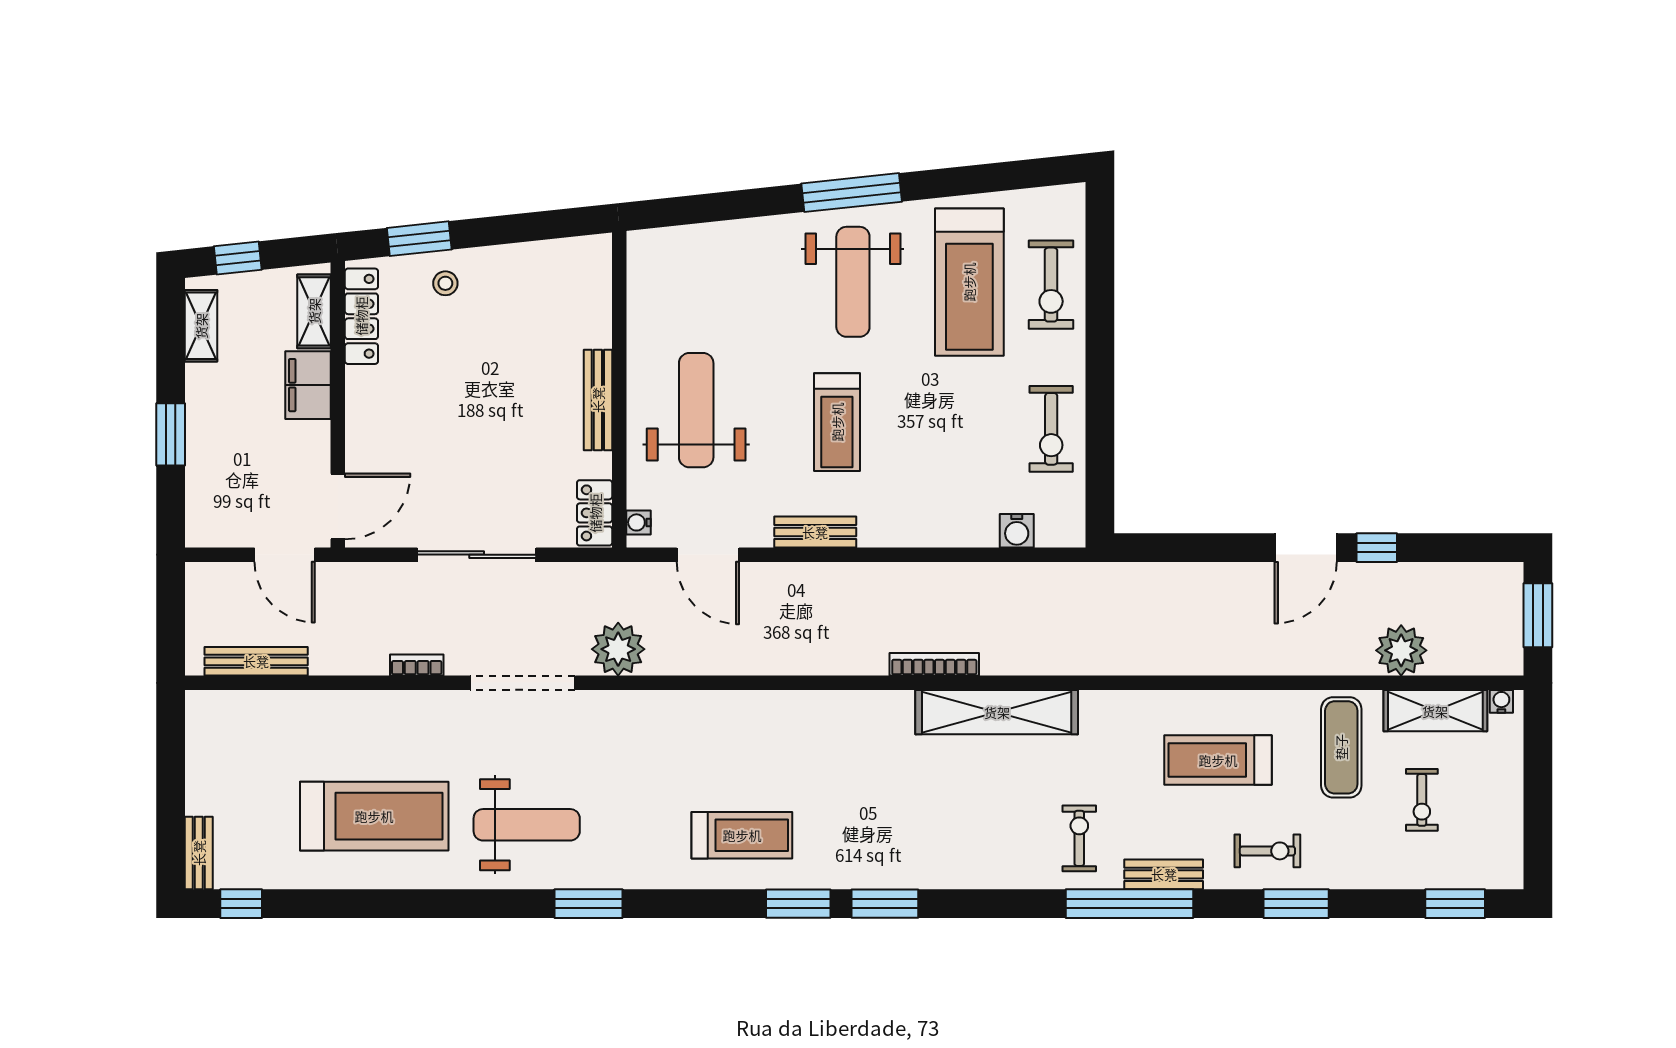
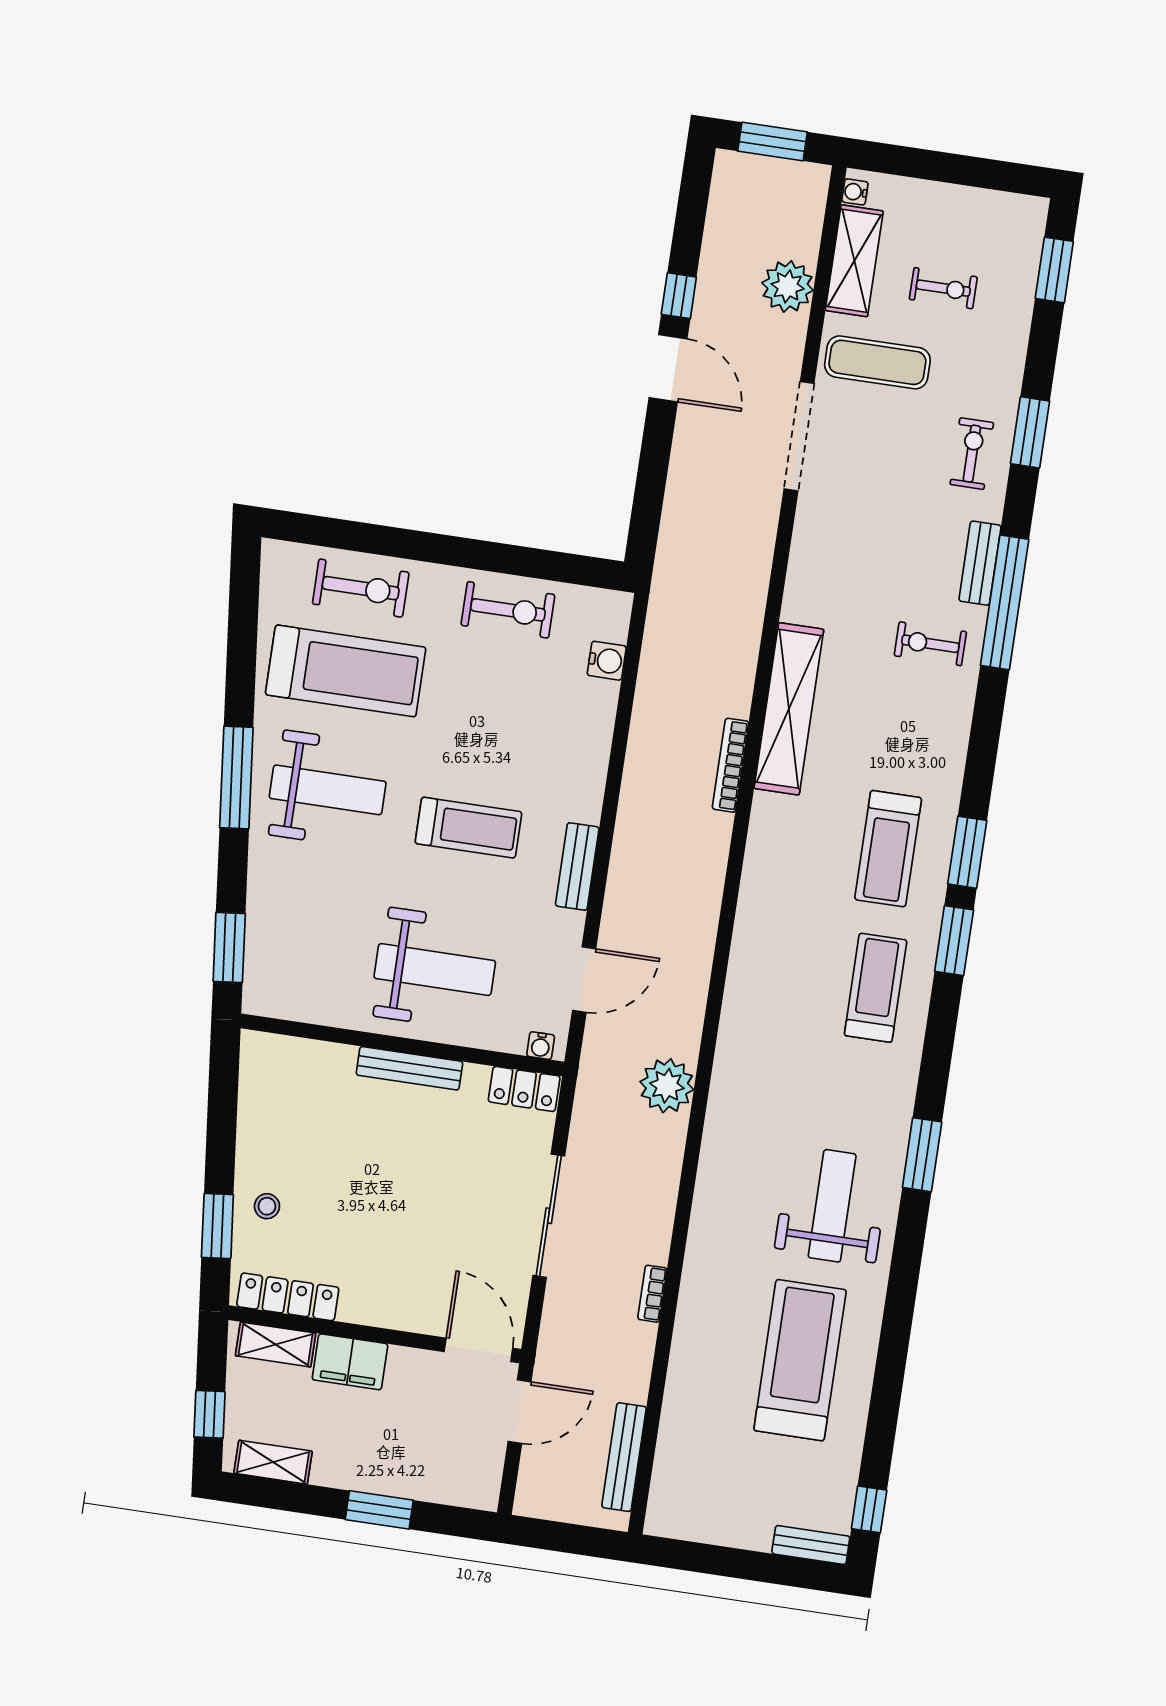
window: (688, 210) -> (229, 948), added
weight bench: (696, 410) -> (435, 970), turned 180
doorway: (523, 683) -> (799, 436), moved
treadmill: (1218, 760) -> (888, 849), moved

